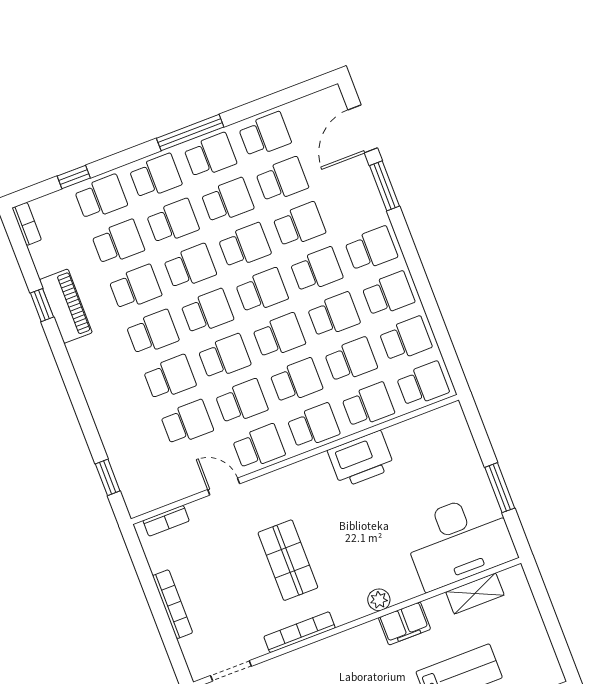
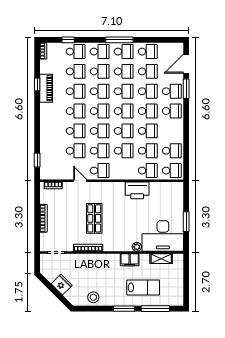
school desk: (388, 294) -> (172, 91), moved
school desk: (313, 426) -> (124, 171), removed
plant: (379, 600) -> (137, 247), moved

